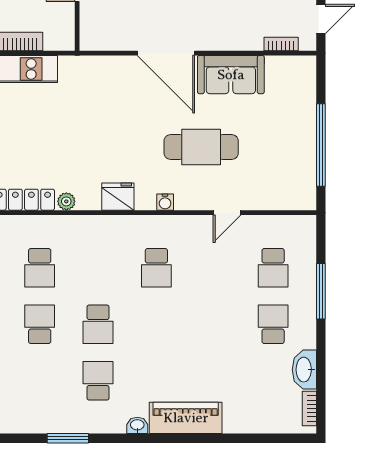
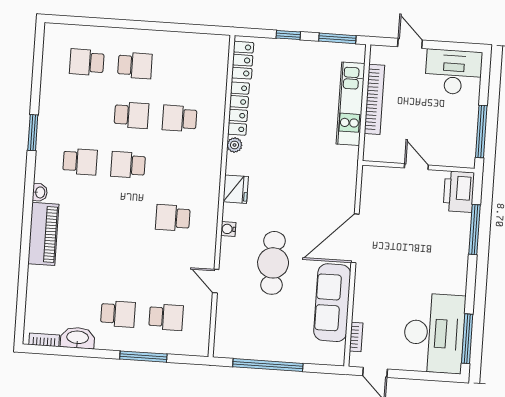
sofa: (231, 75) -> (332, 303), width x1.36
school desk: (273, 268) -> (166, 317), turned 180

